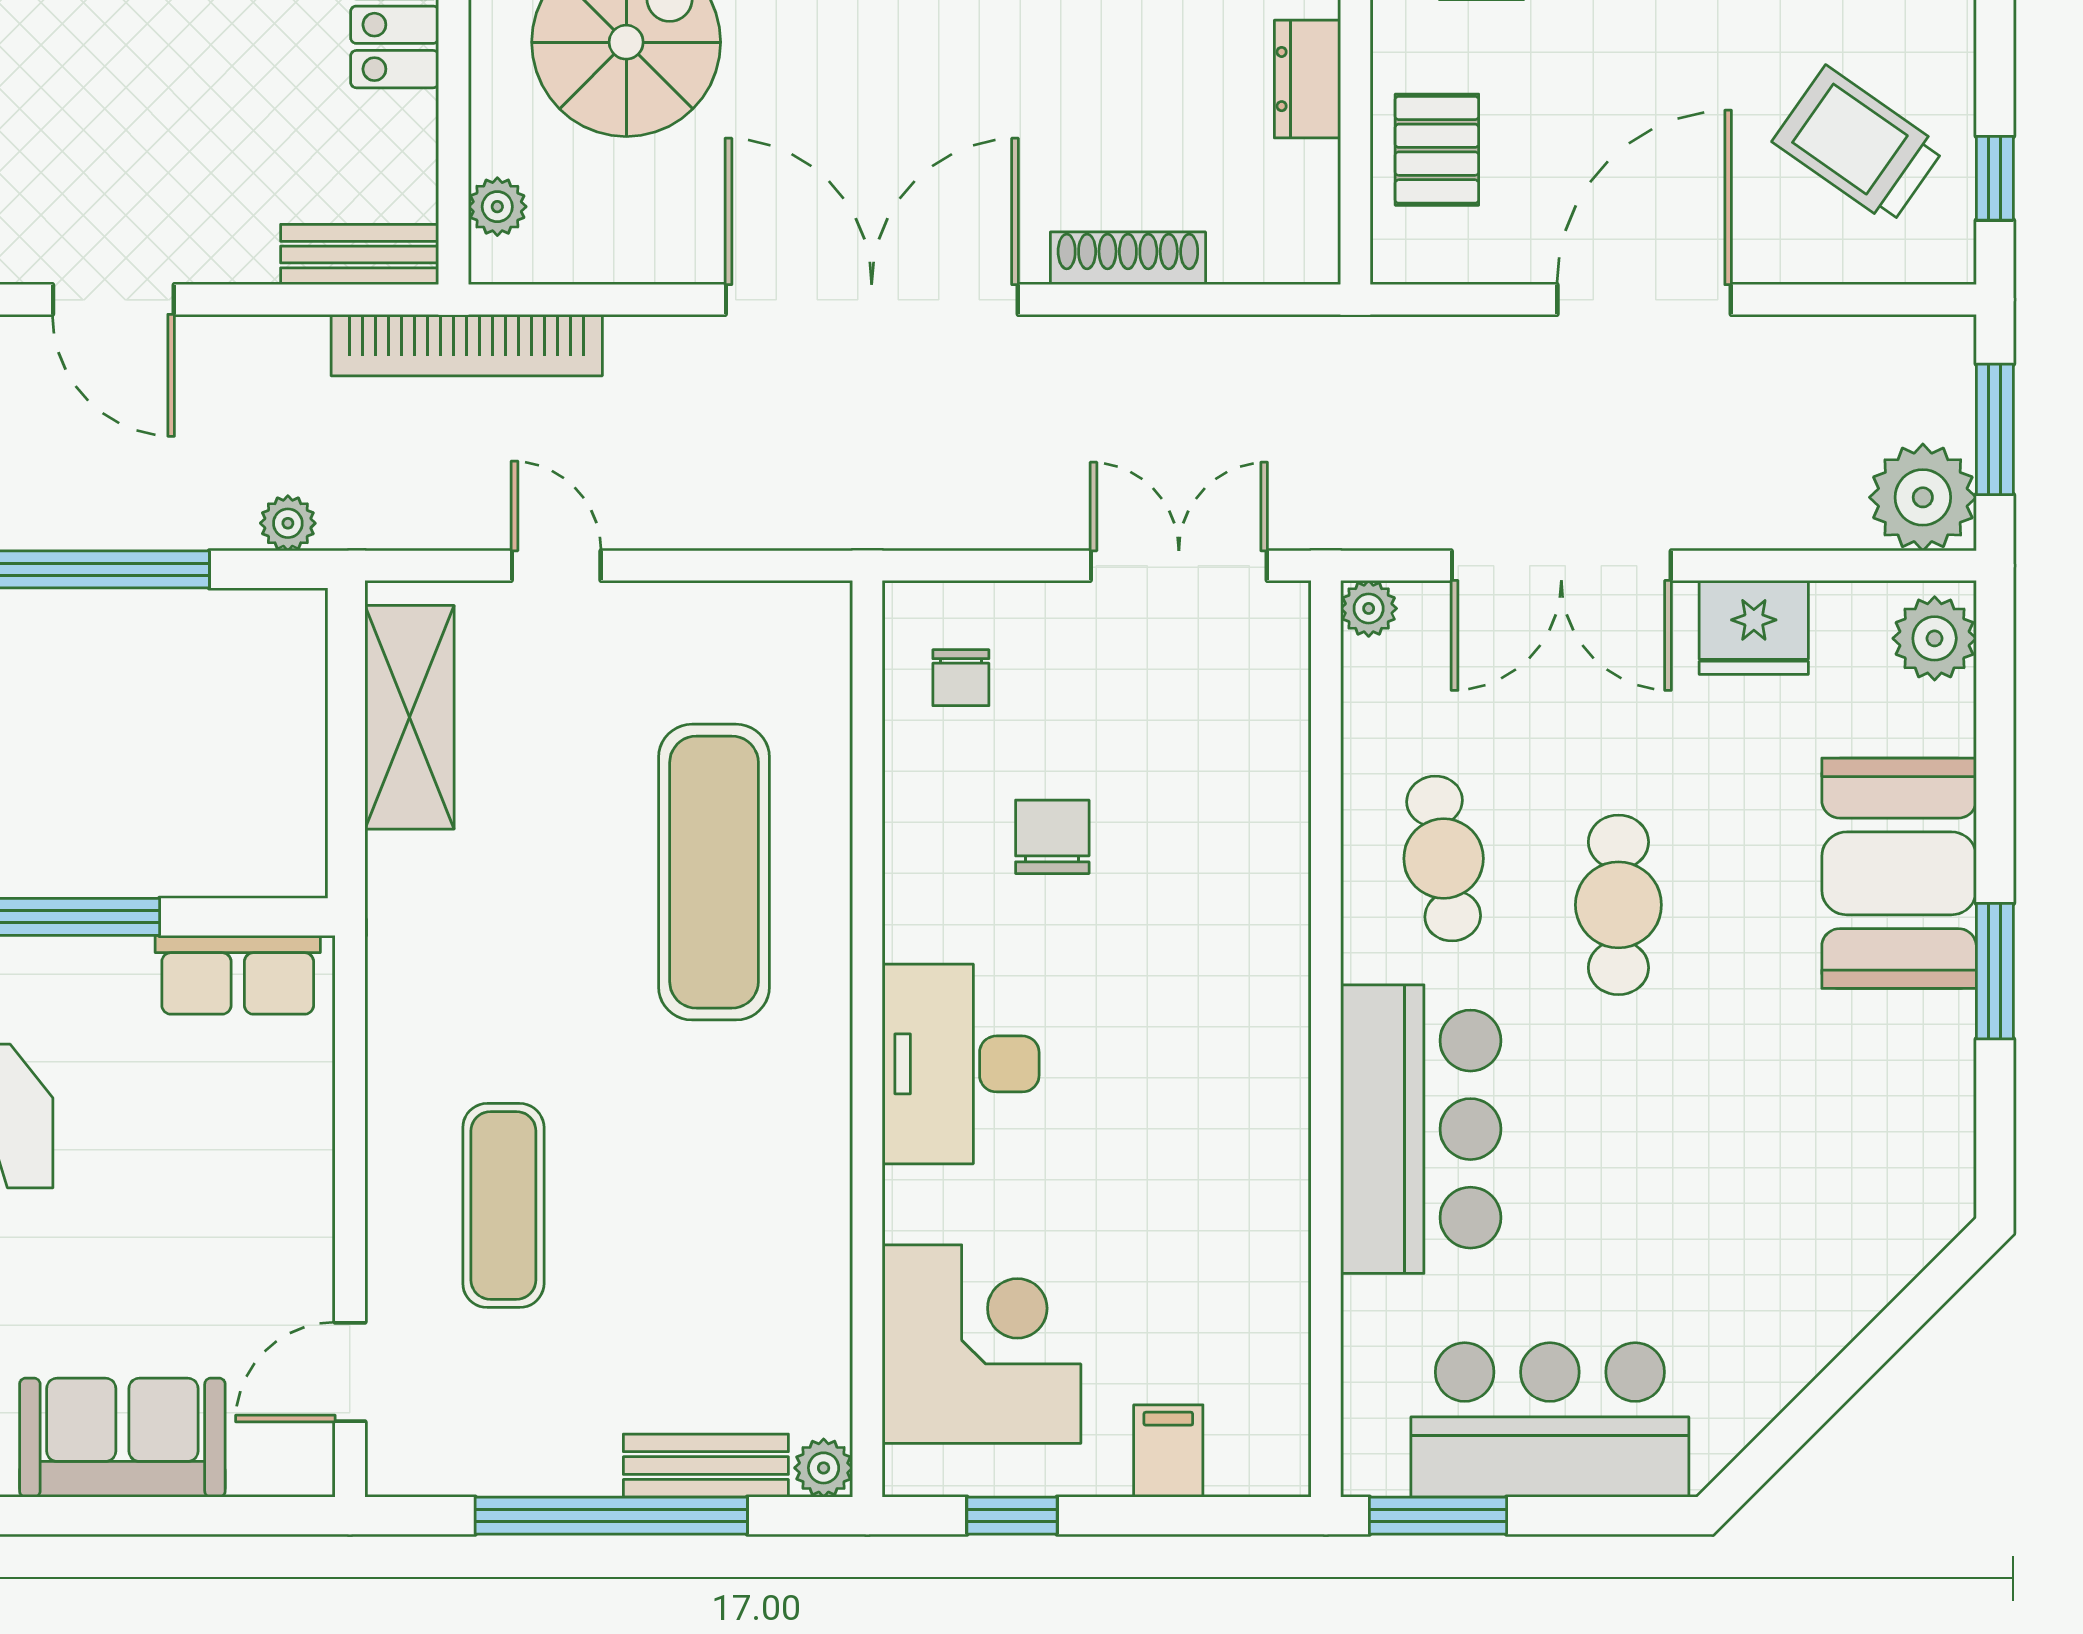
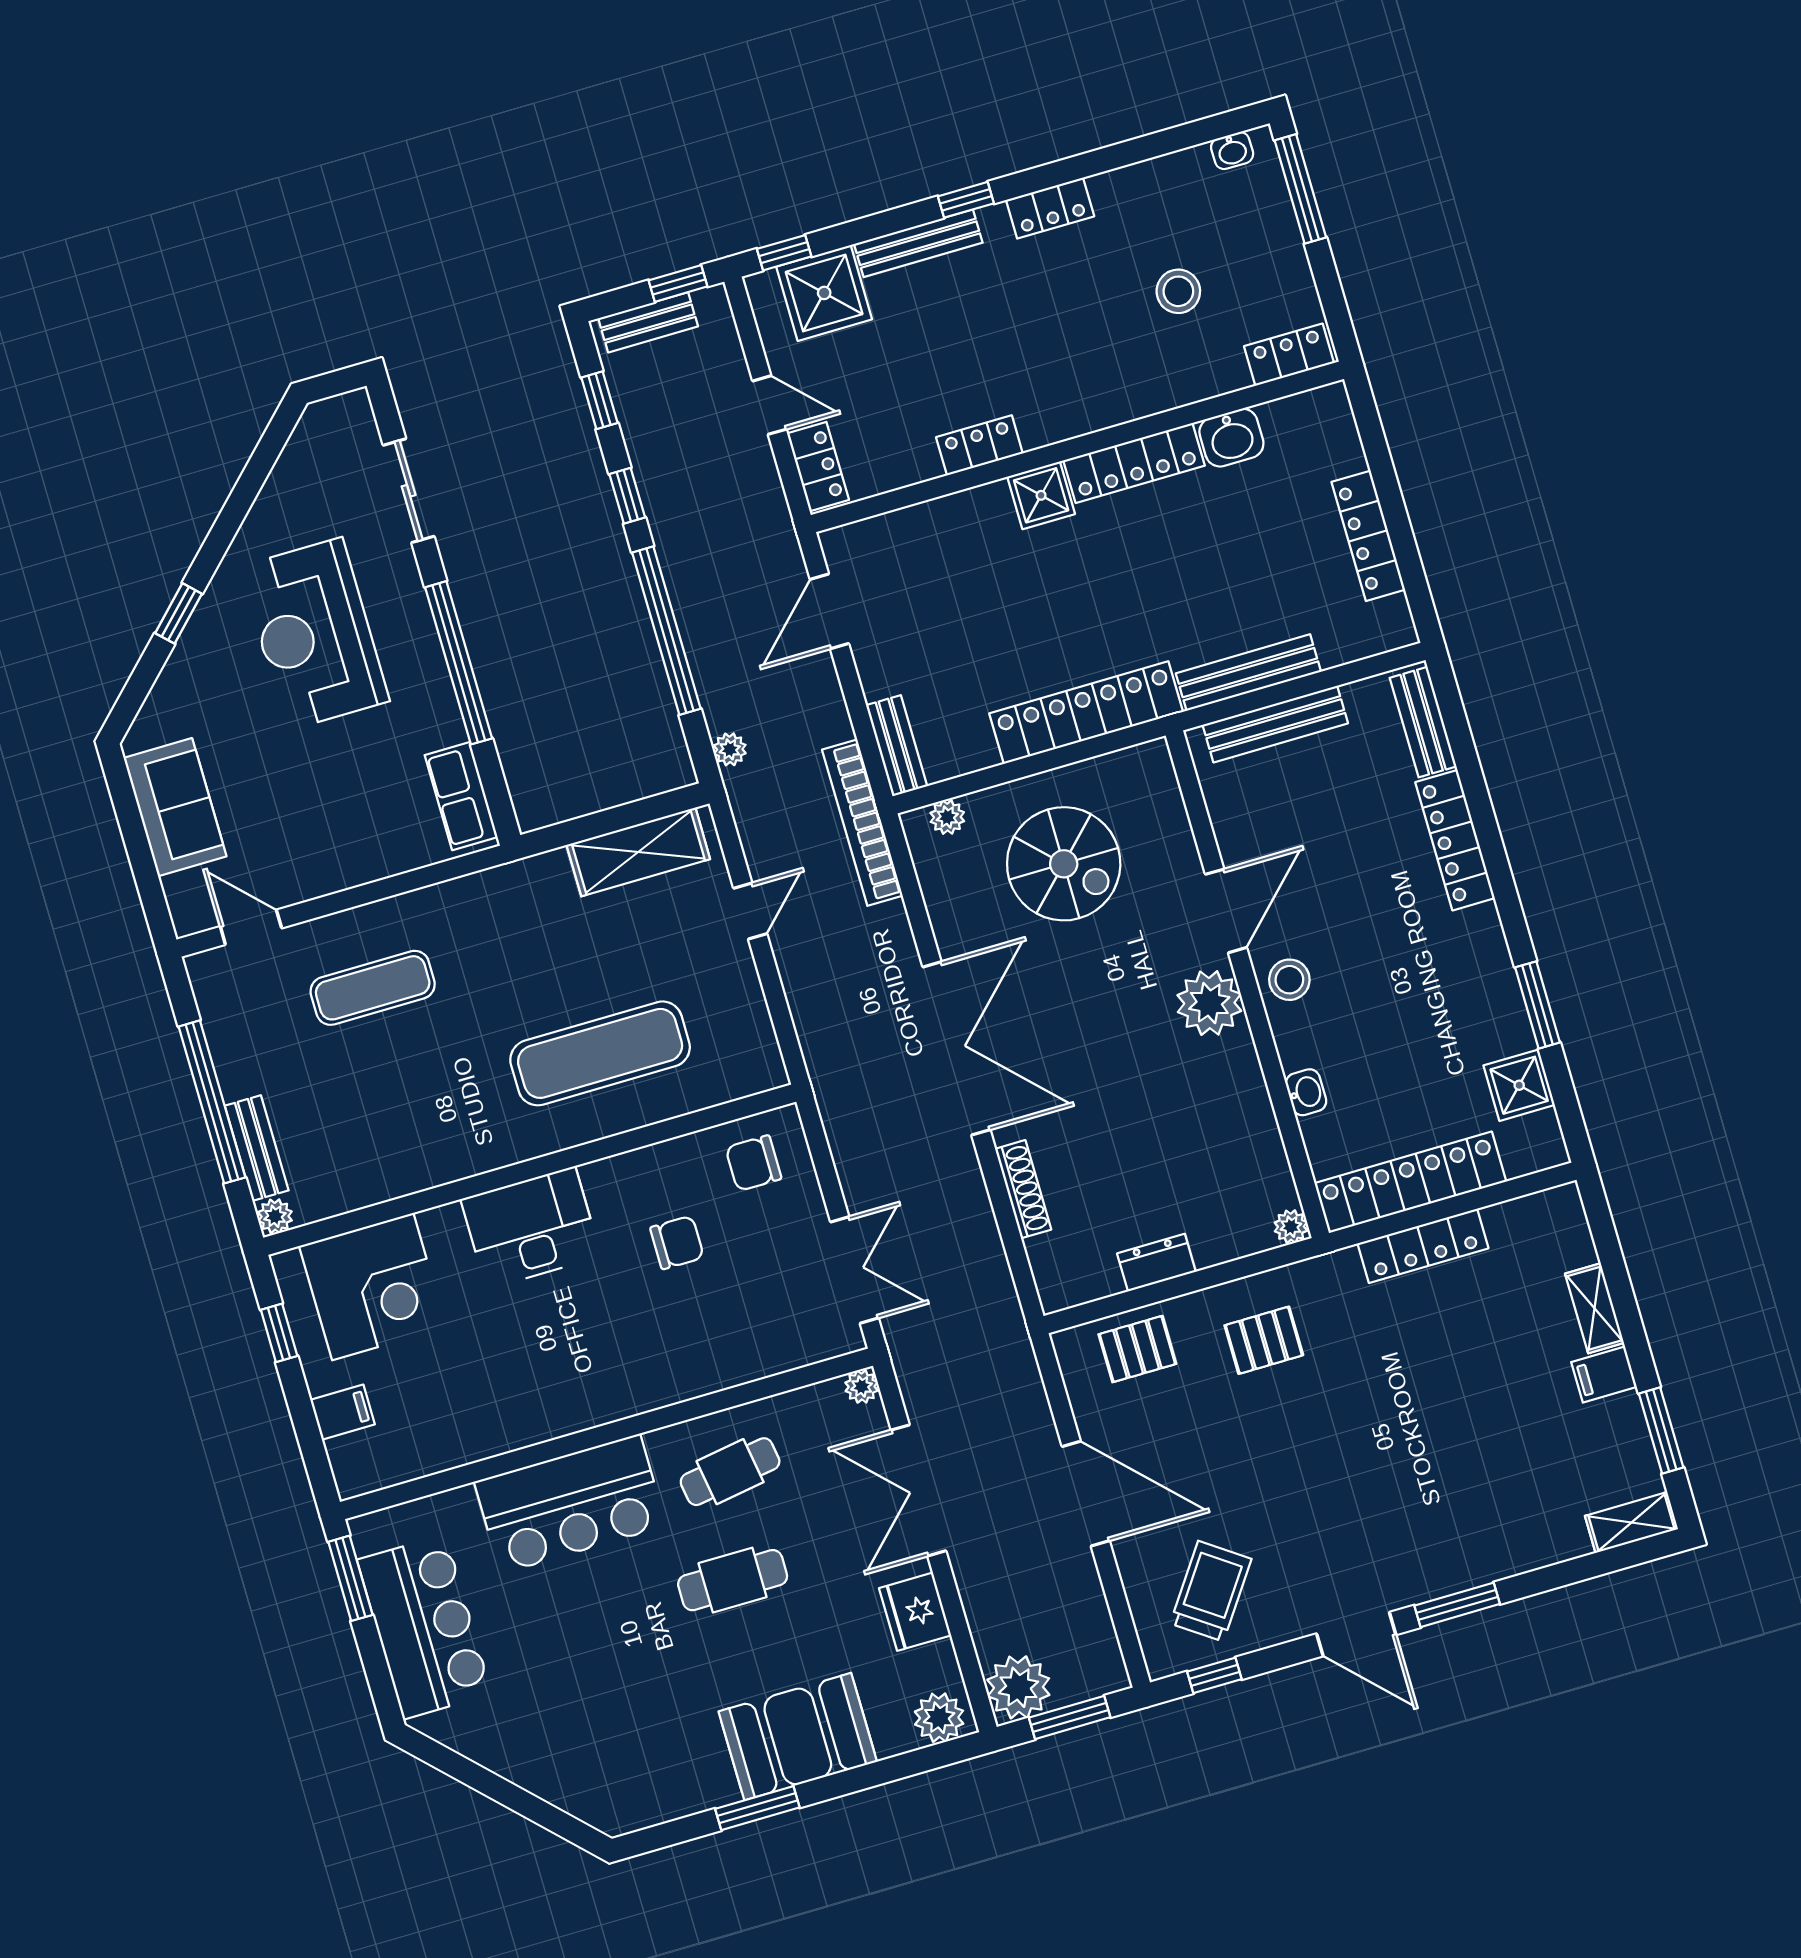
chair: (961, 678) -> (753, 1163), width x1.37, depth x1.37

